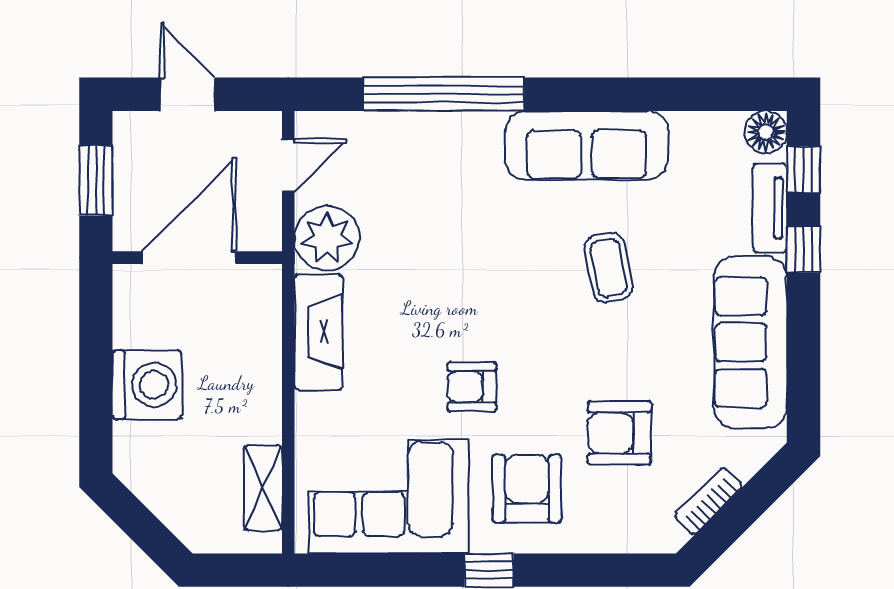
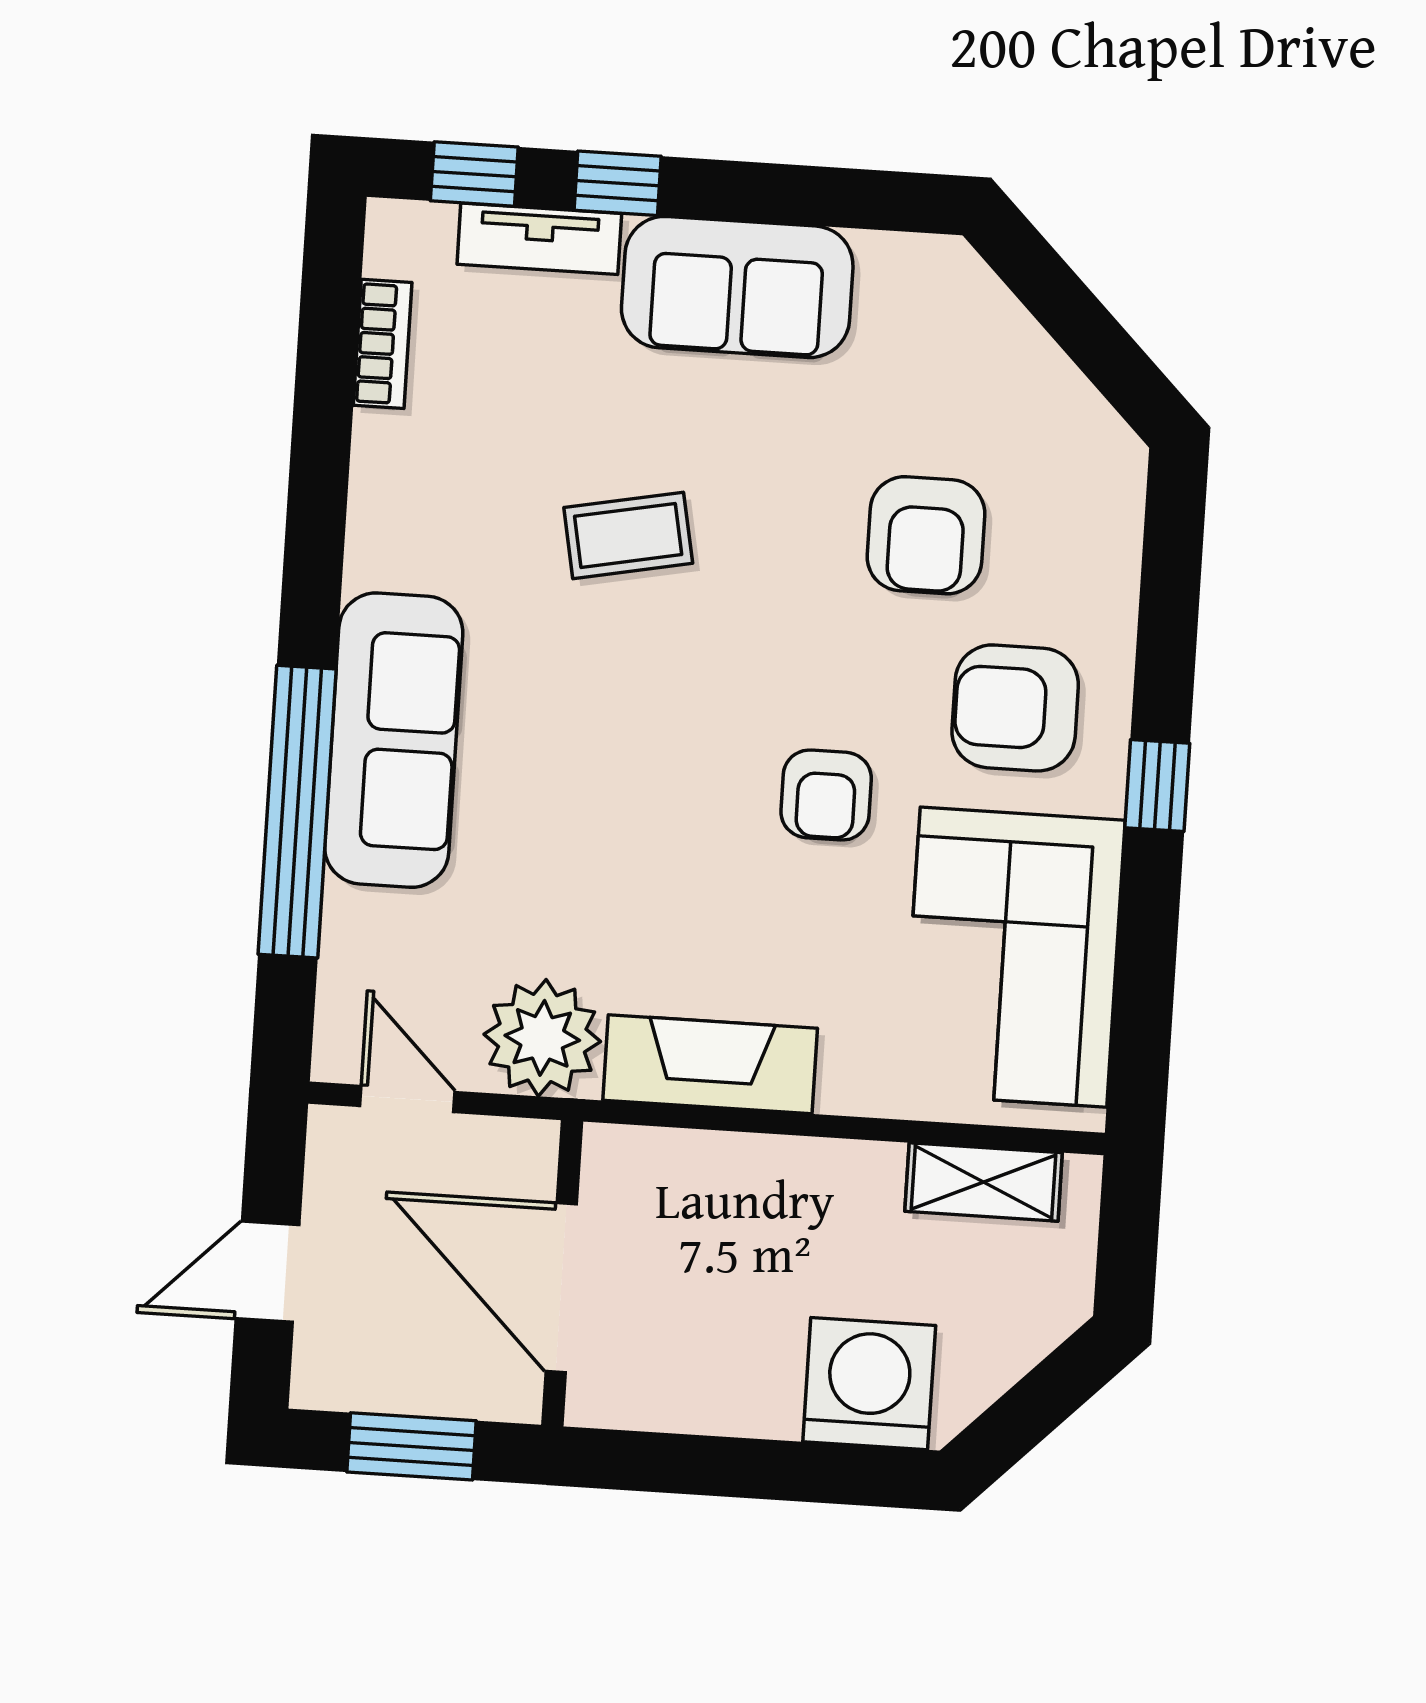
floor lamp: (766, 132) -> (402, 237), removed
sofa: (586, 145) -> (394, 740), moved
sofa: (750, 342) -> (737, 287), width x0.73
washing machine: (147, 385) -> (869, 1384), moved
bookcase: (708, 501) -> (383, 344), moved, turned -135

